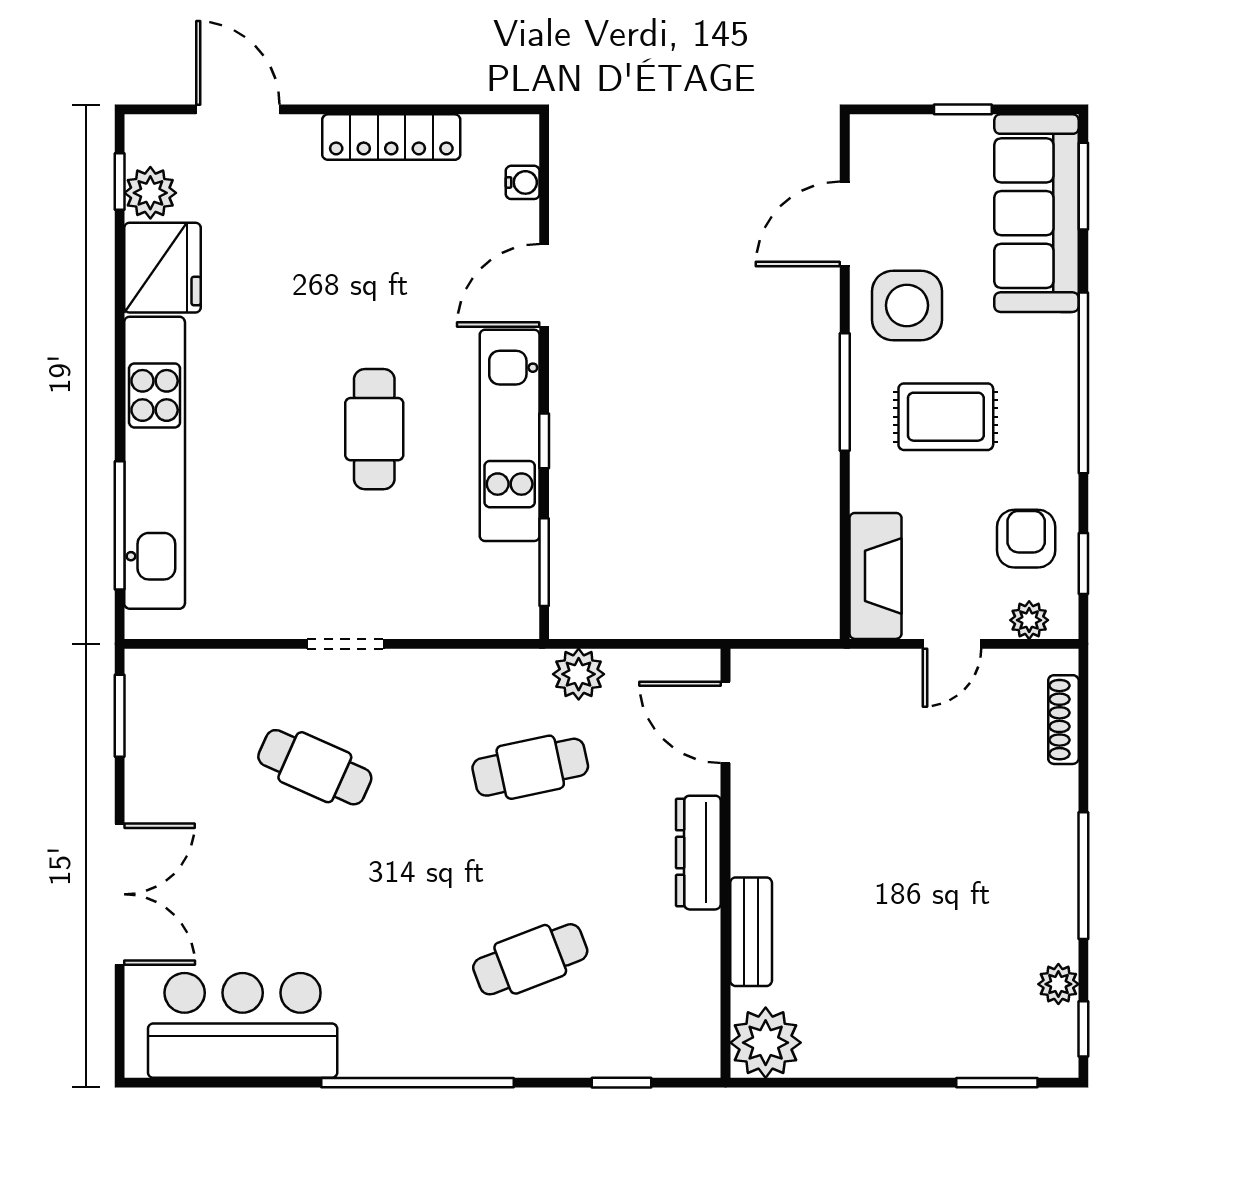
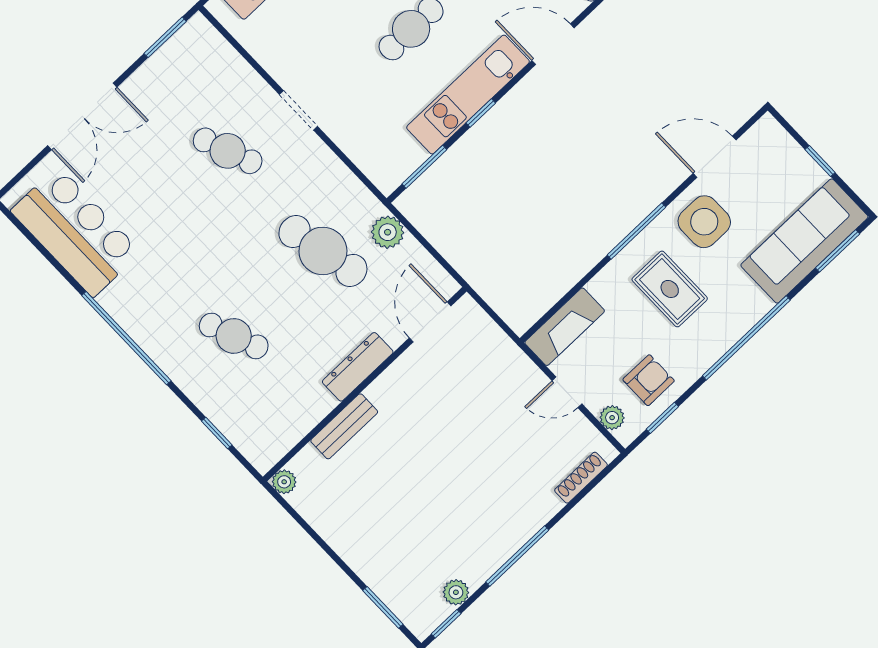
cafe table: (315, 767) -> (228, 151), turned -45
cafe table: (530, 767) -> (323, 251), width x1.37, depth x1.35
plant: (766, 1043) -> (284, 482), width x0.53, depth x0.53

